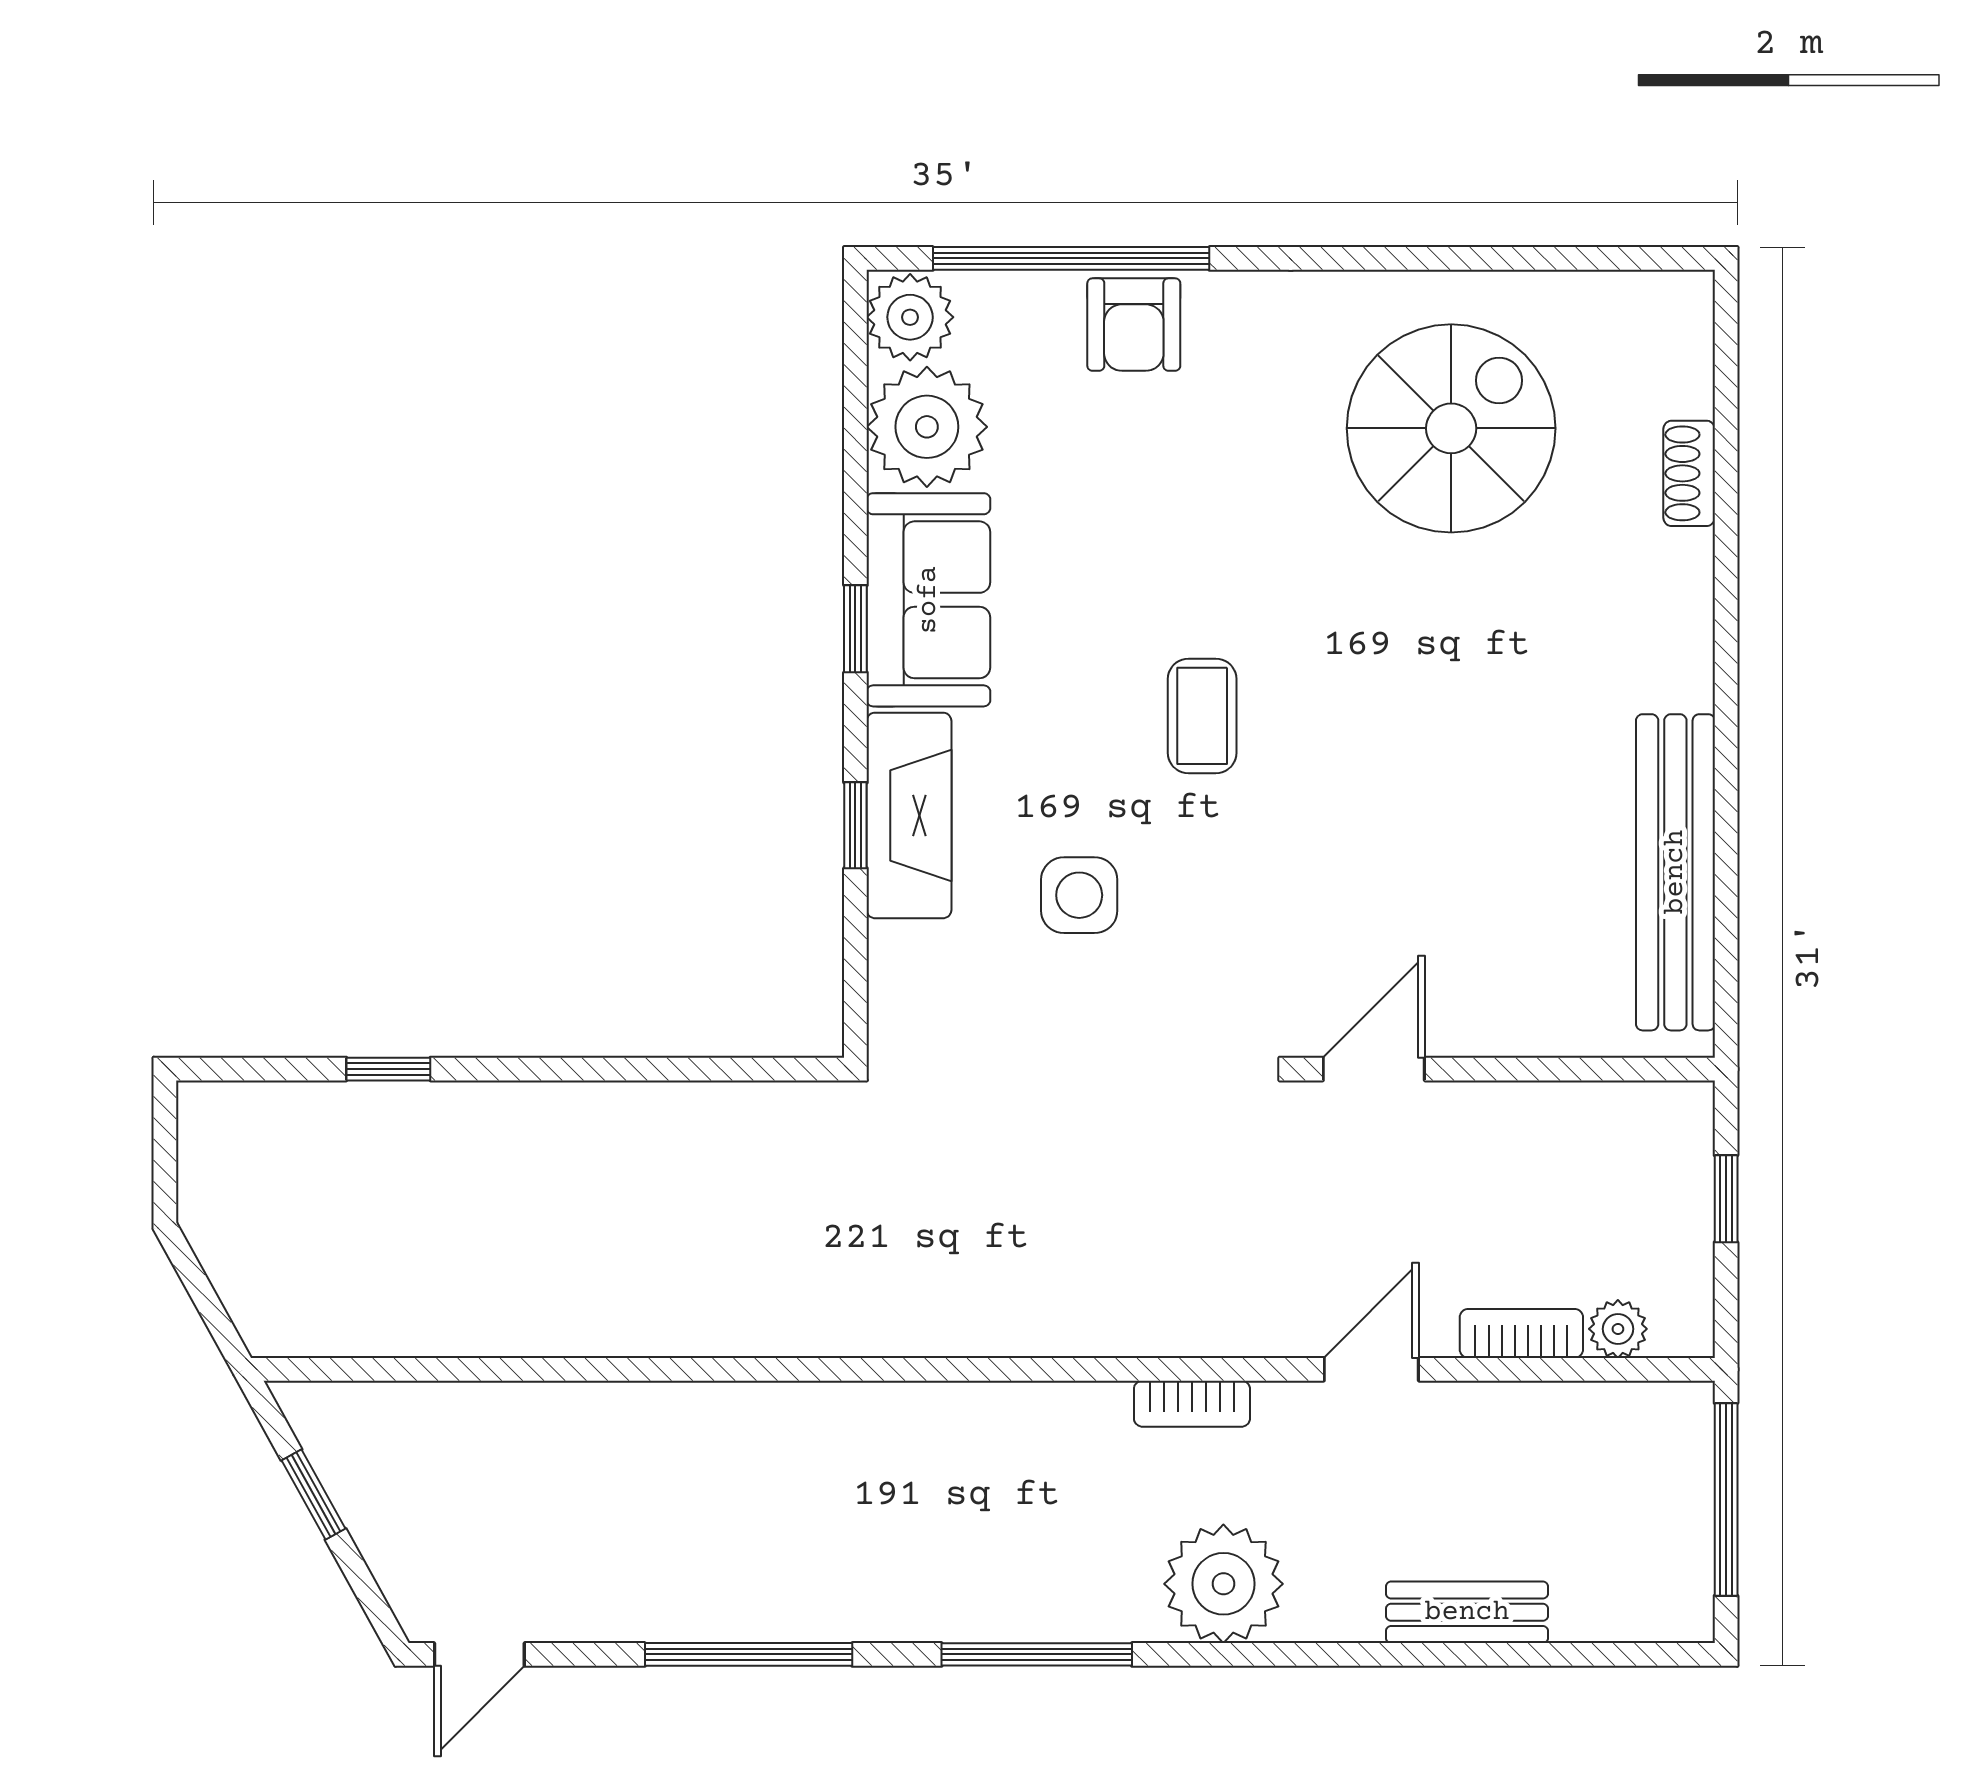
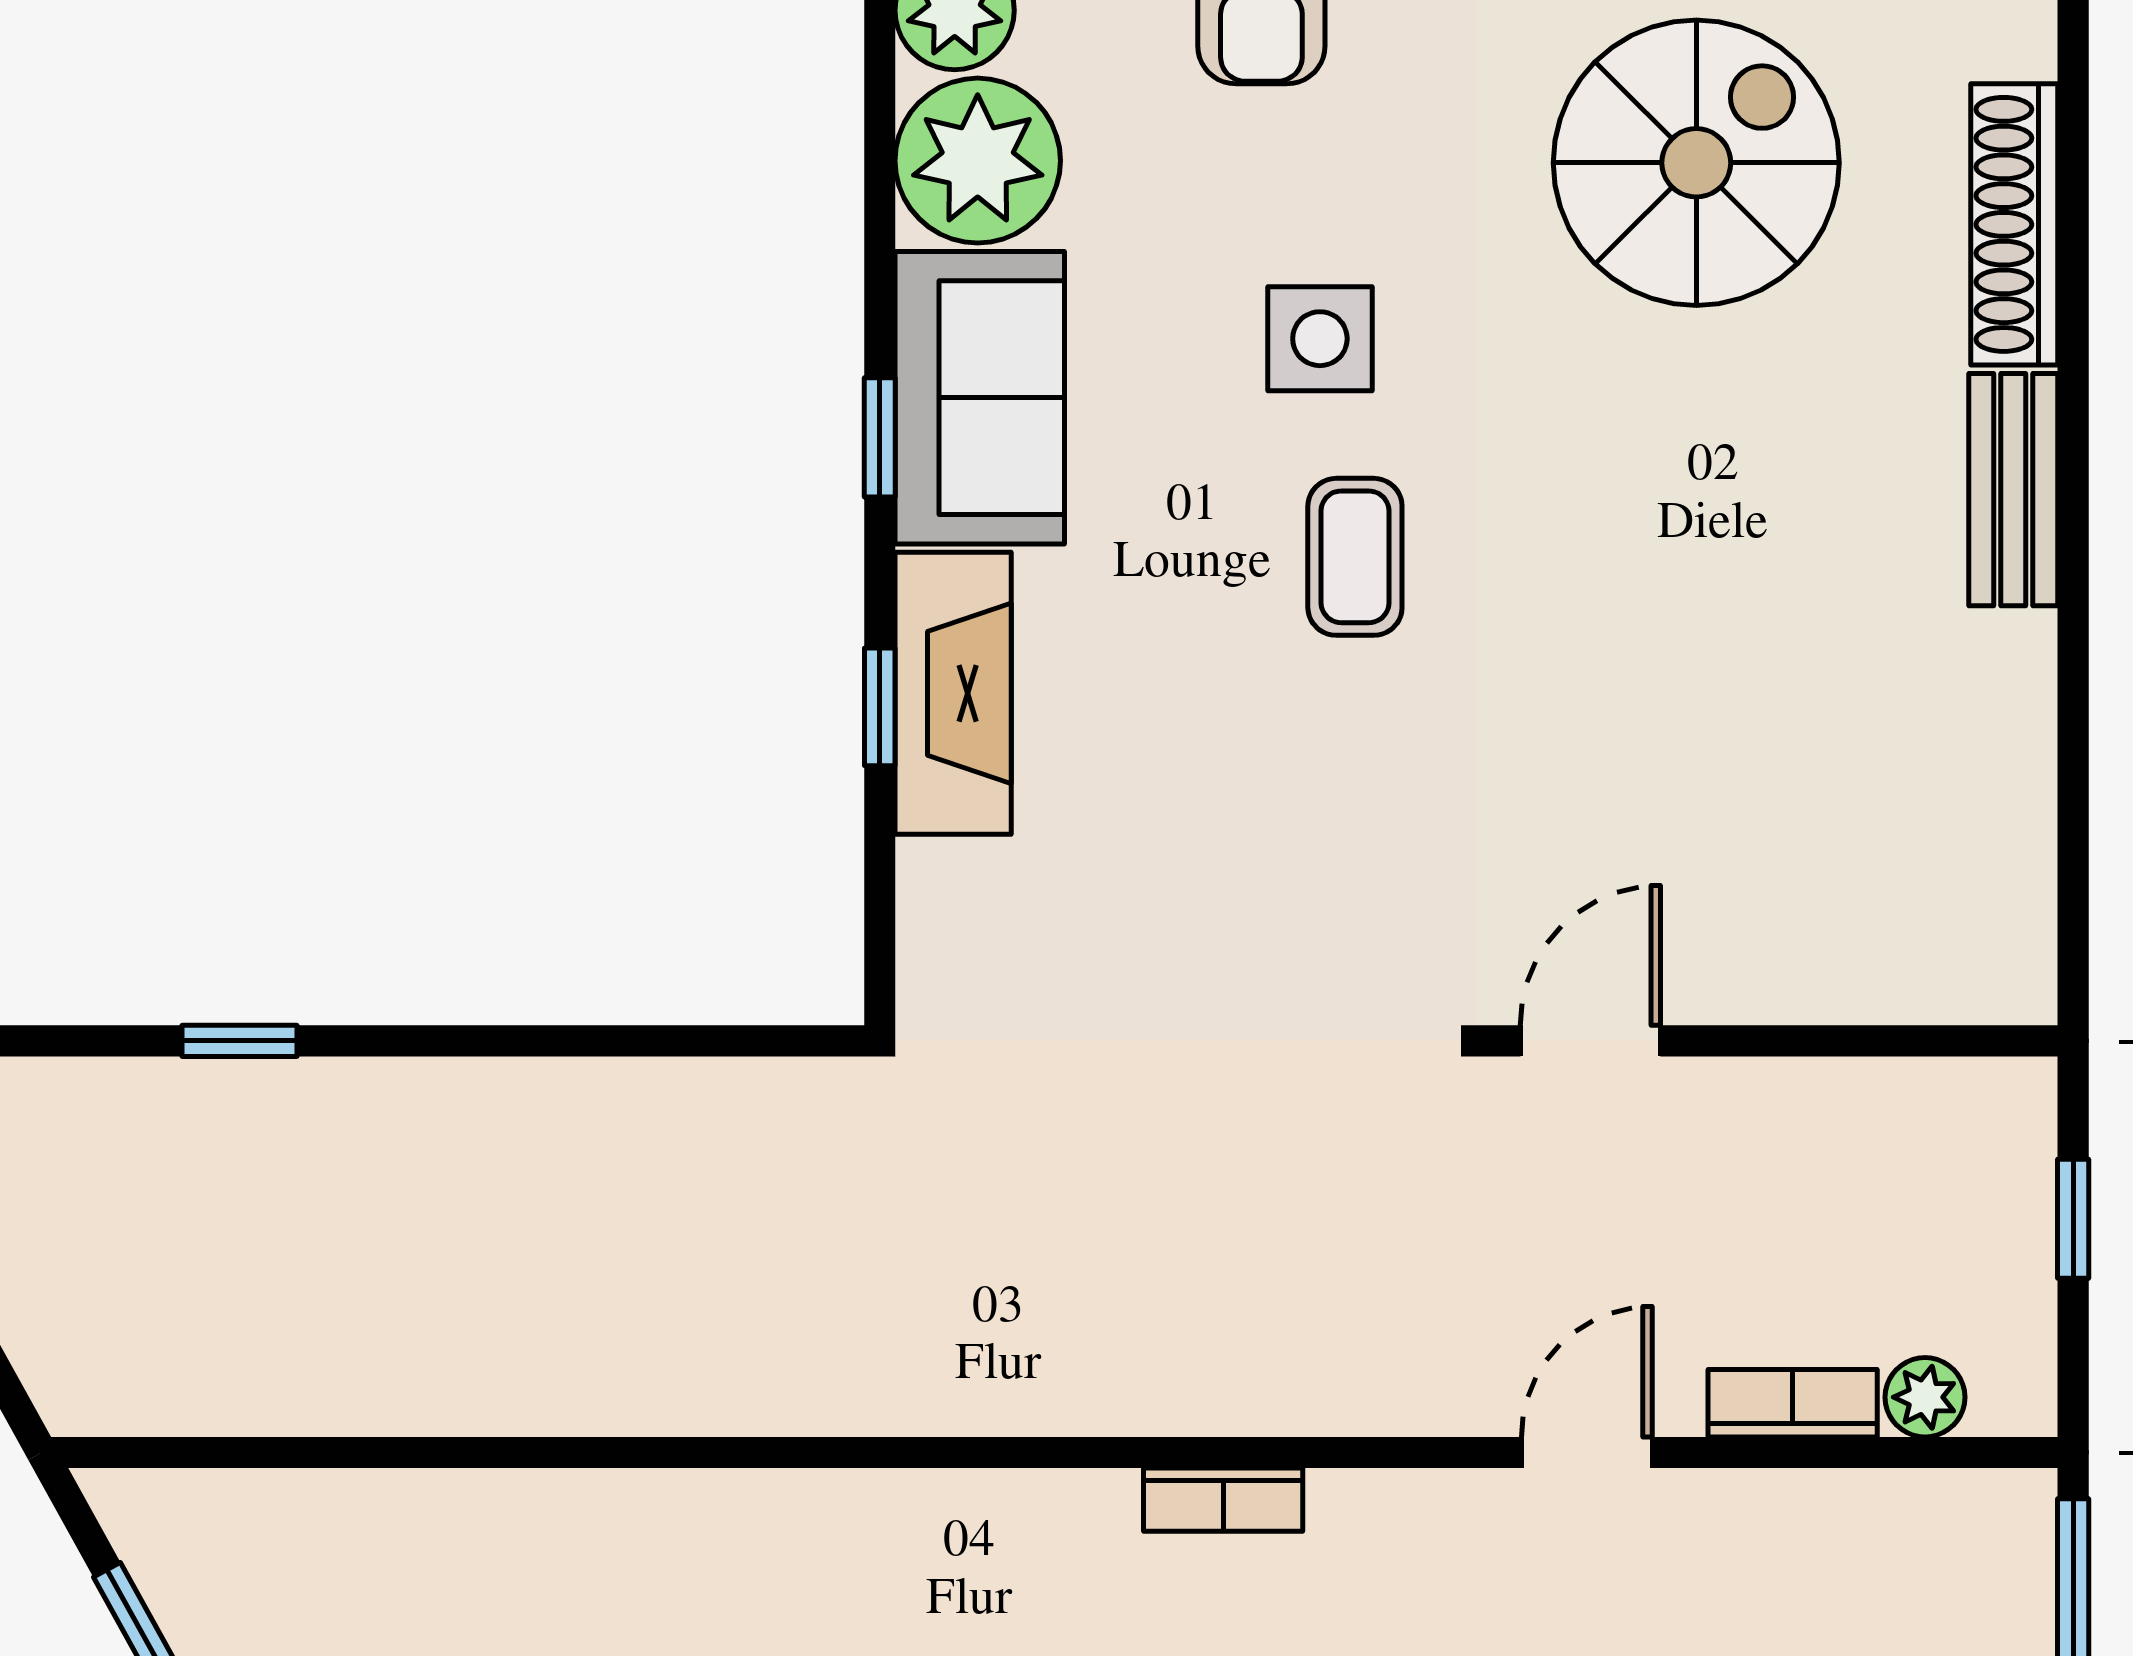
shoe rack: (1689, 473) -> (2014, 224), width x1.94, depth x1.24
bench: (1675, 872) -> (2013, 490), moved, width x0.54, depth x0.82
side table: (1079, 895) -> (1320, 339), moved
bookcase: (1192, 1404) -> (1223, 1500), moved

